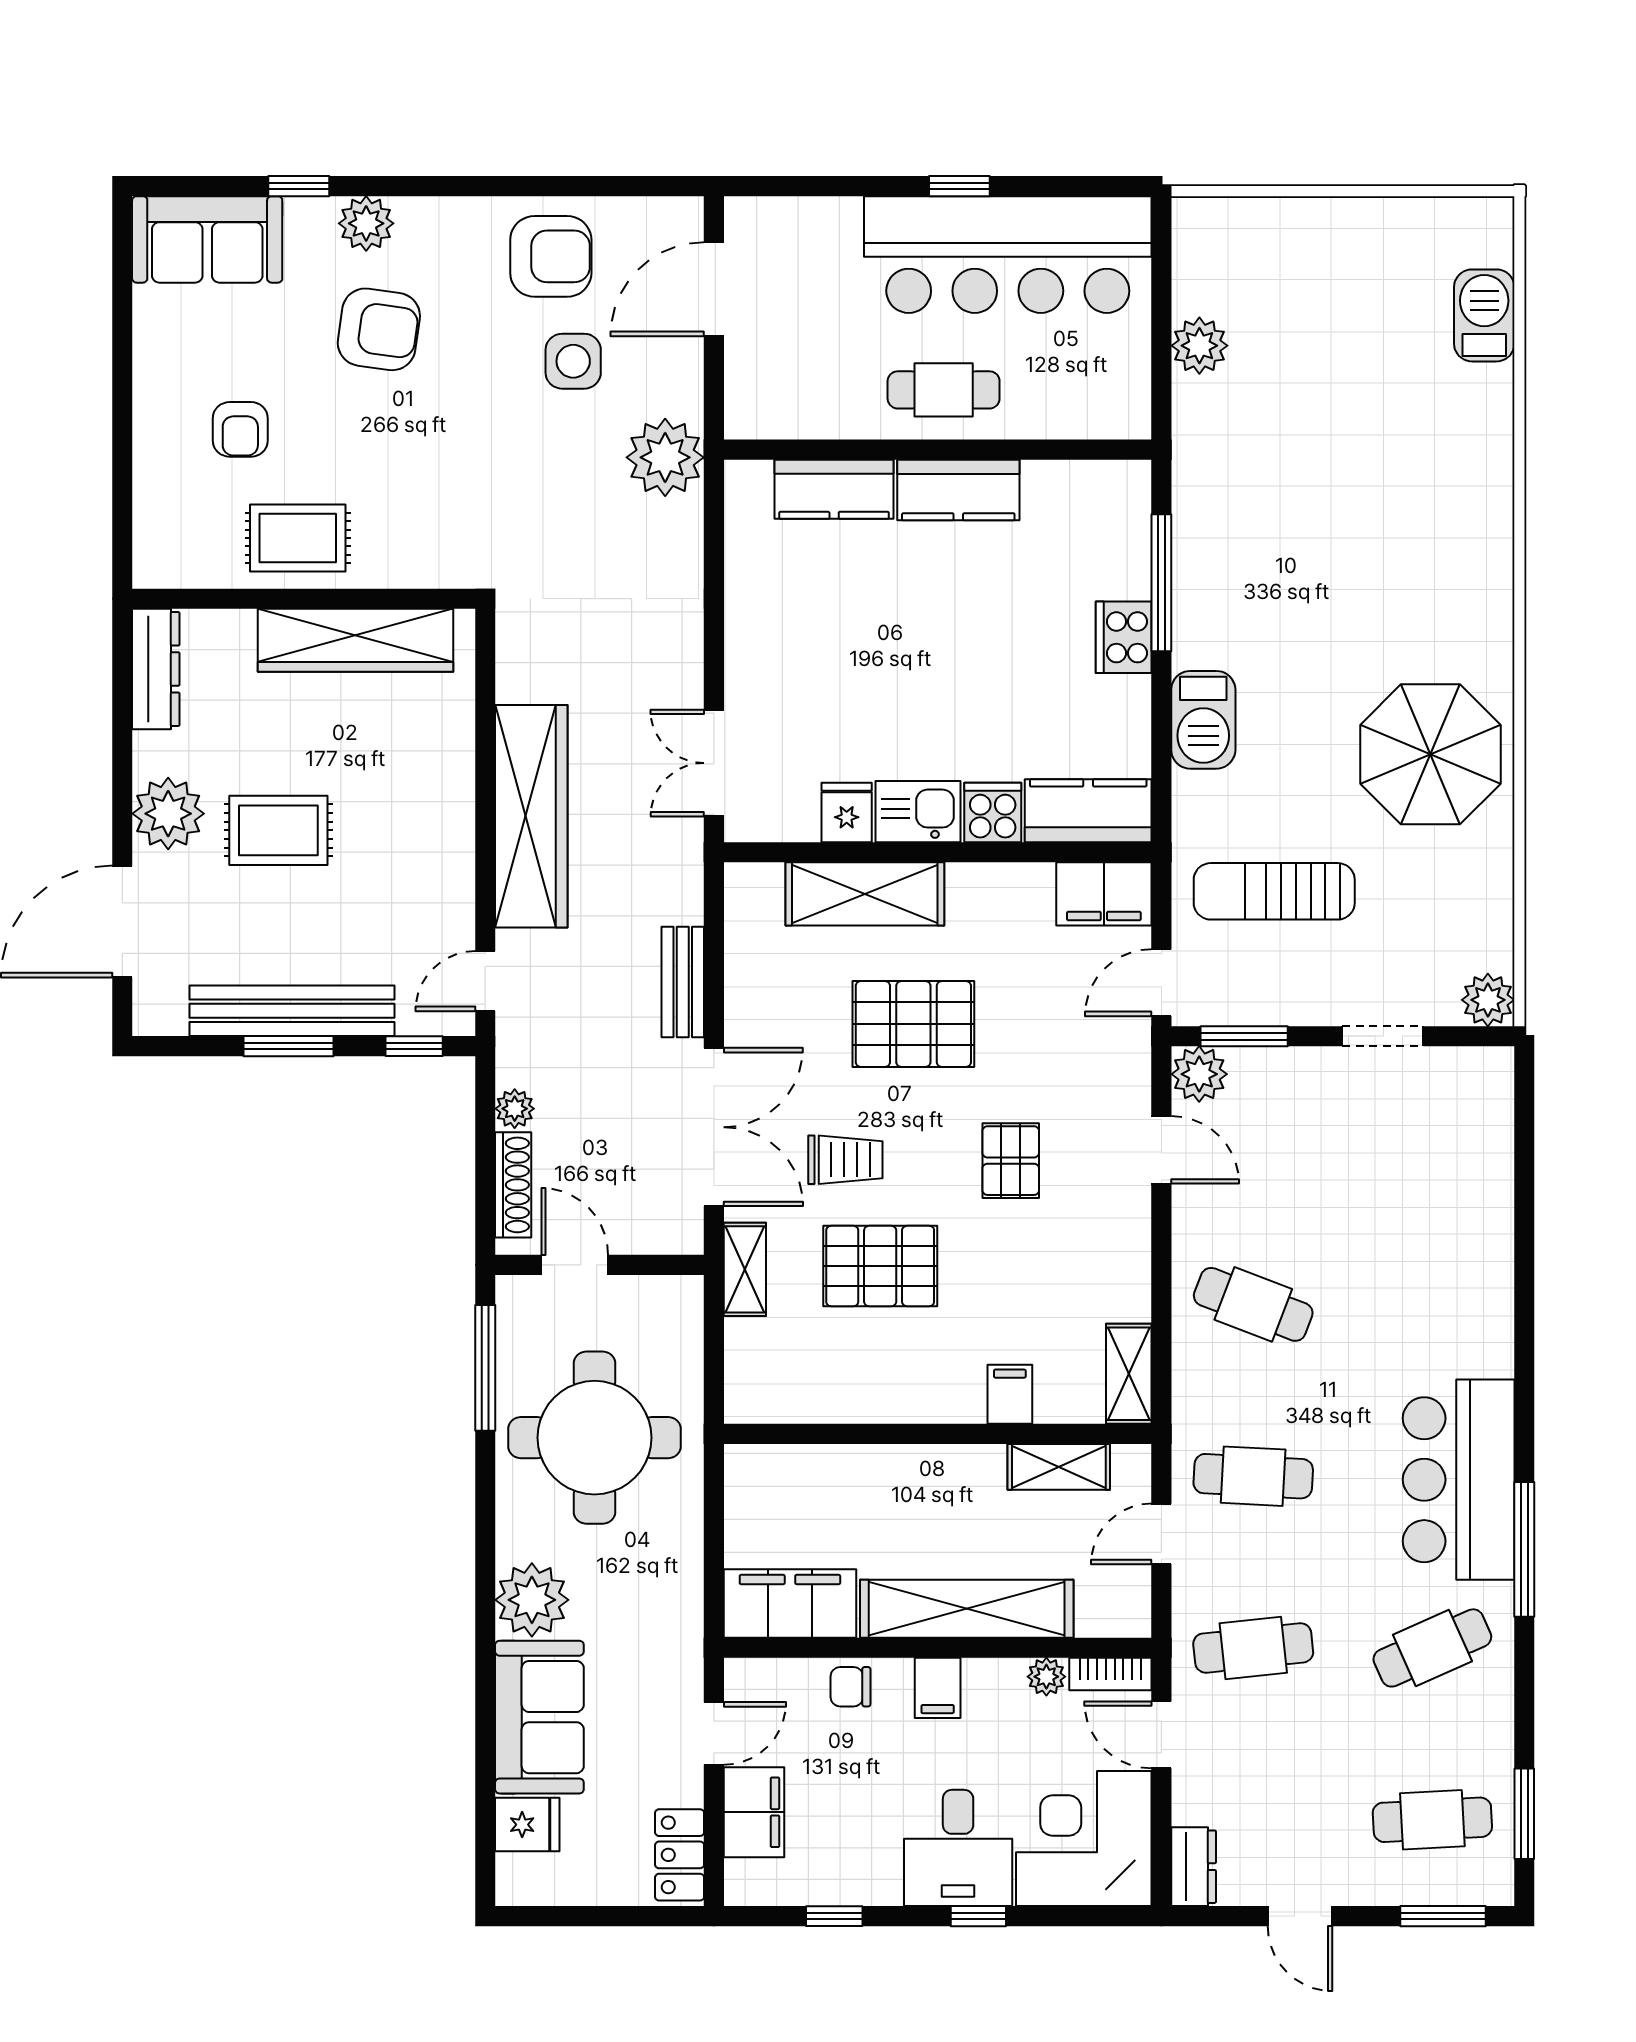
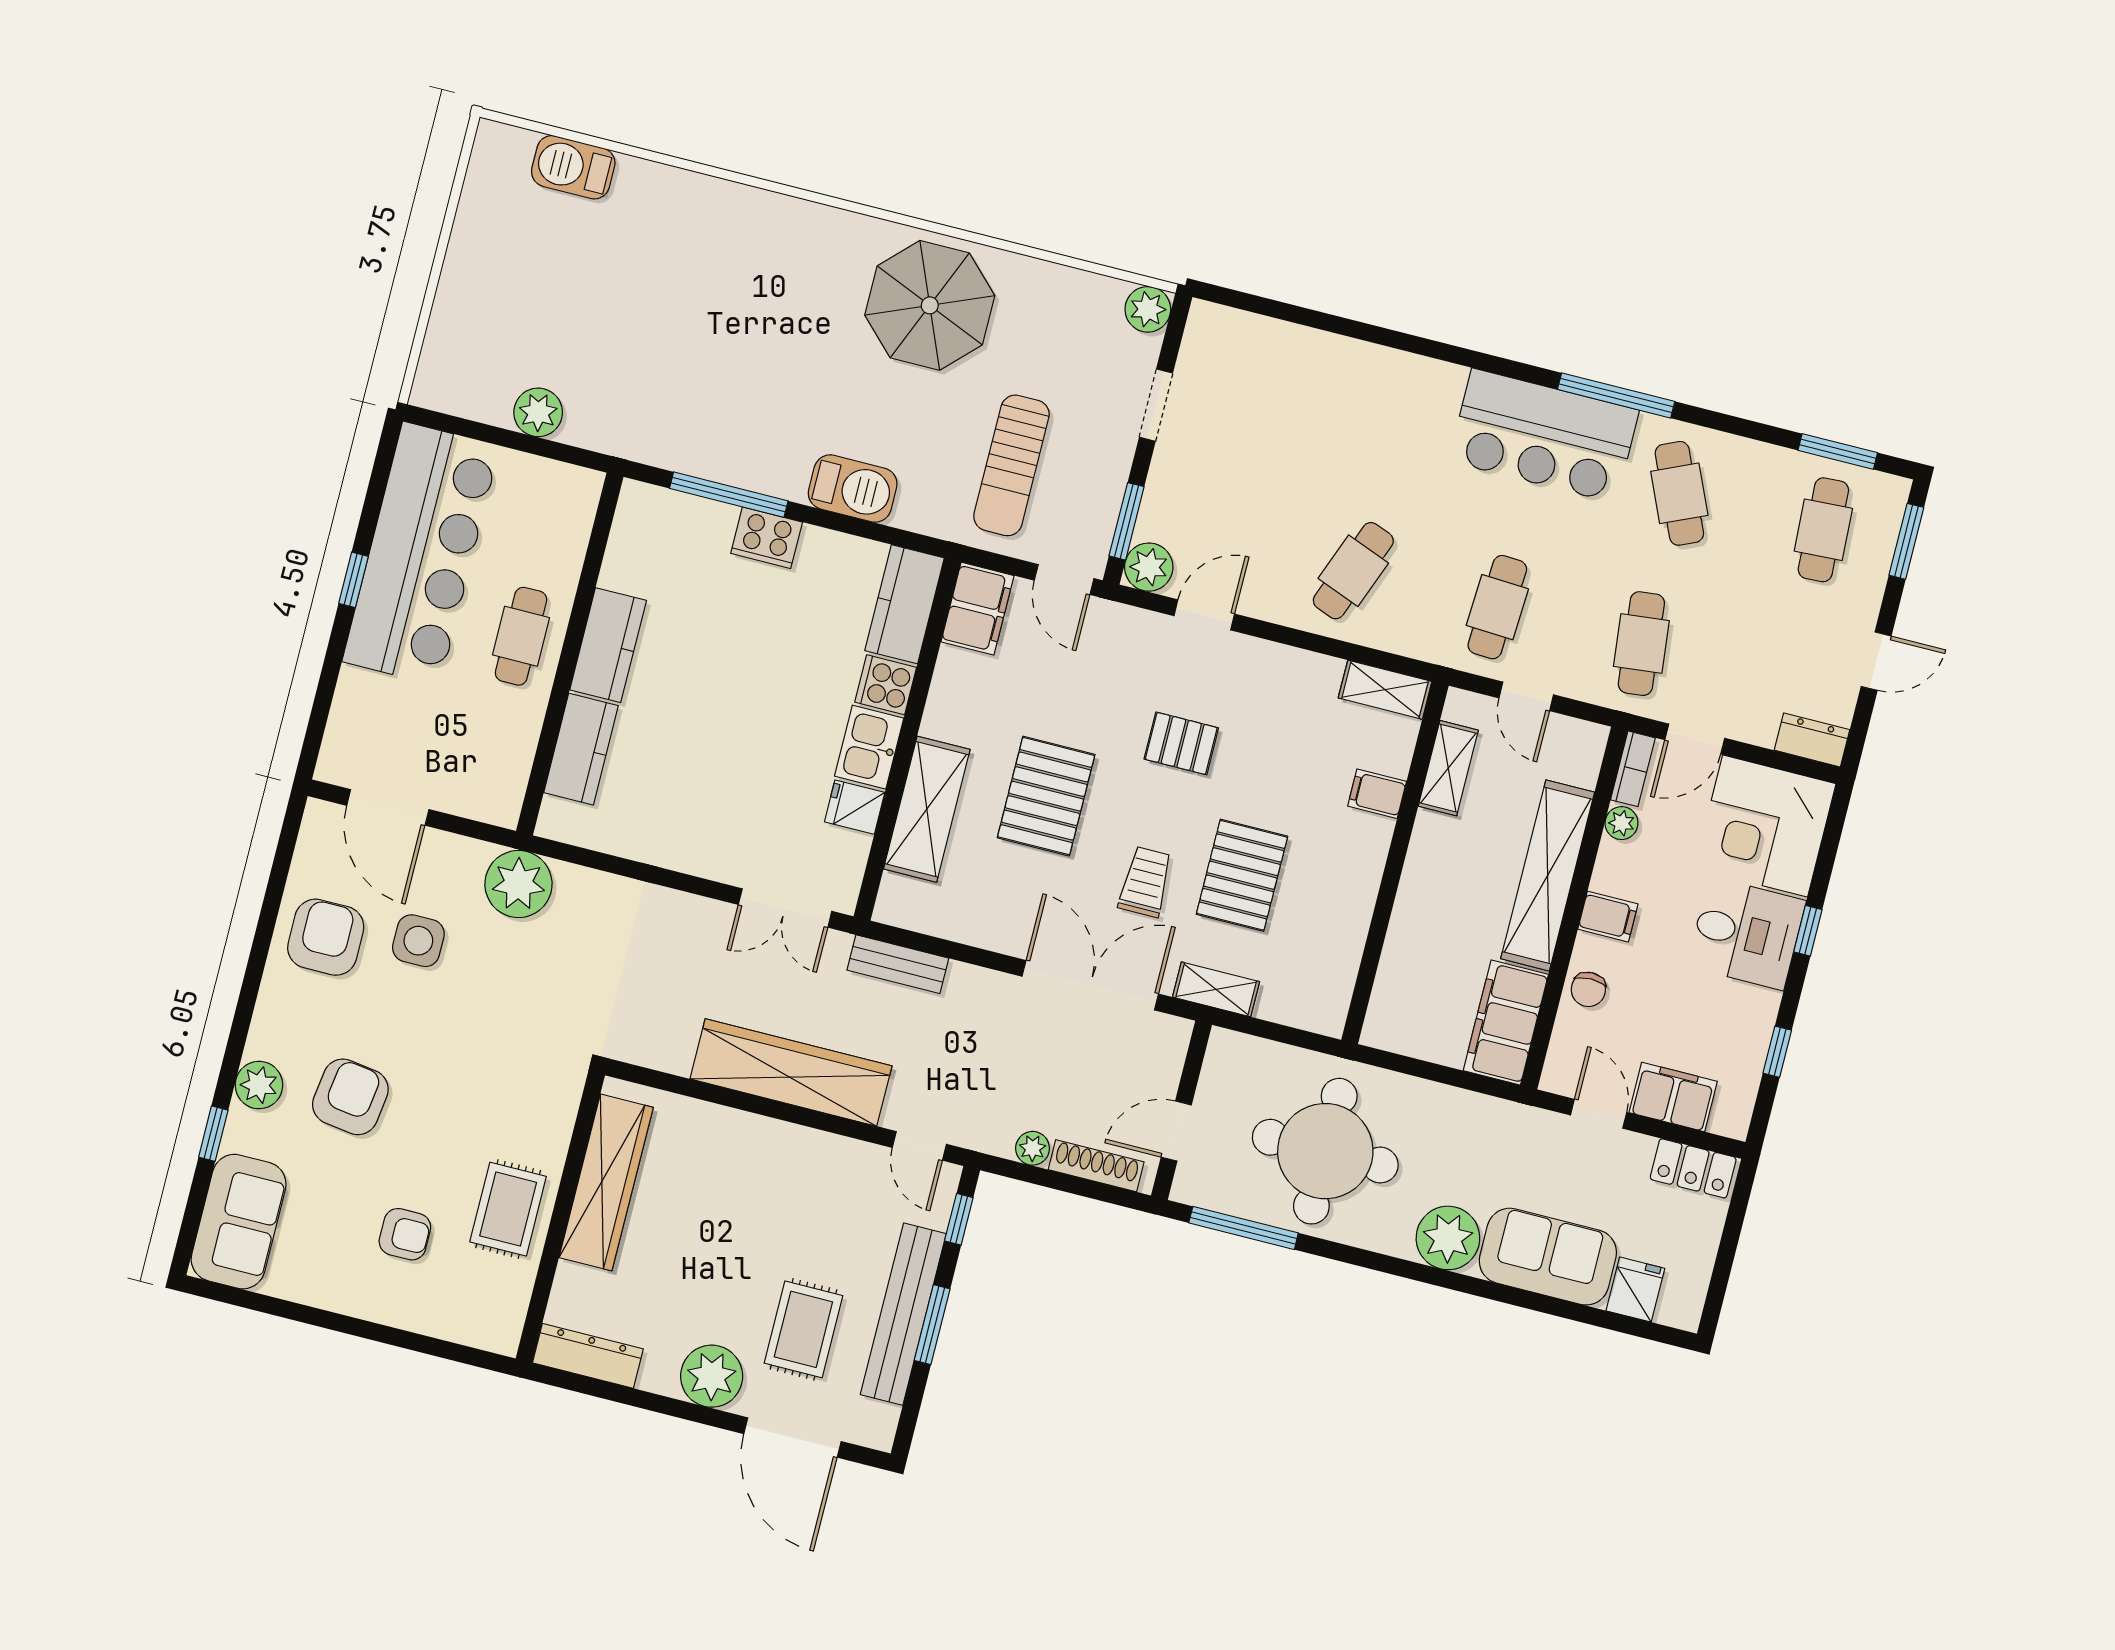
rug: (278, 830) -> (803, 1329), moved
bench: (683, 982) -> (898, 964), moved

